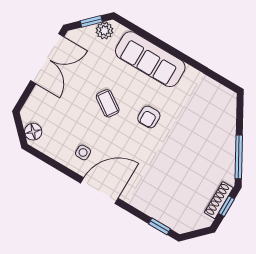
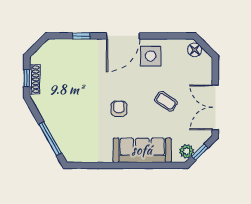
coffee table: (108, 103) -> (166, 101), moved
side table: (83, 152) -> (151, 56), width x1.87, depth x1.87
window: (239, 157) -> (50, 139), moved
window: (159, 226) -> (81, 36), moved

